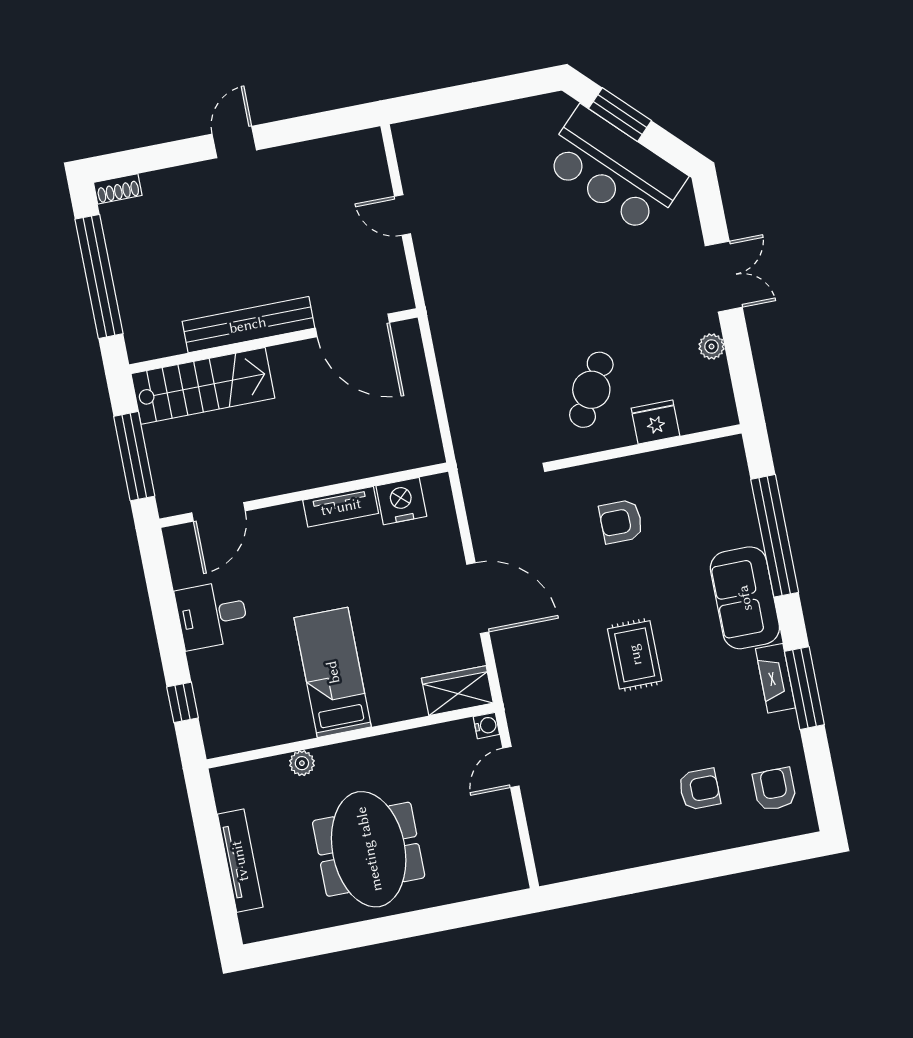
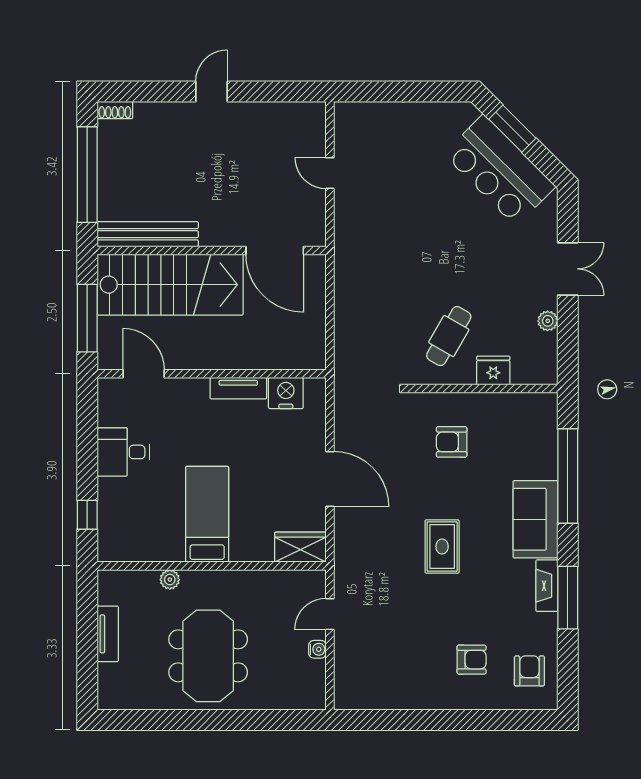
bench: (248, 325) -> (148, 234), moved
stairs: (203, 386) -> (170, 285), width x1.36, depth x1.51
door: (219, 512) -> (144, 374), swing flipped
water cooler: (486, 726) -> (317, 649), moved
tv unit: (240, 861) -> (108, 634), width x0.71

